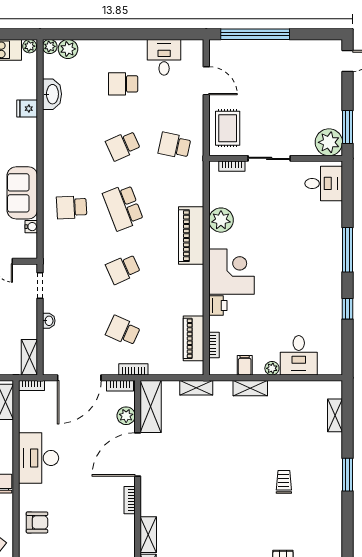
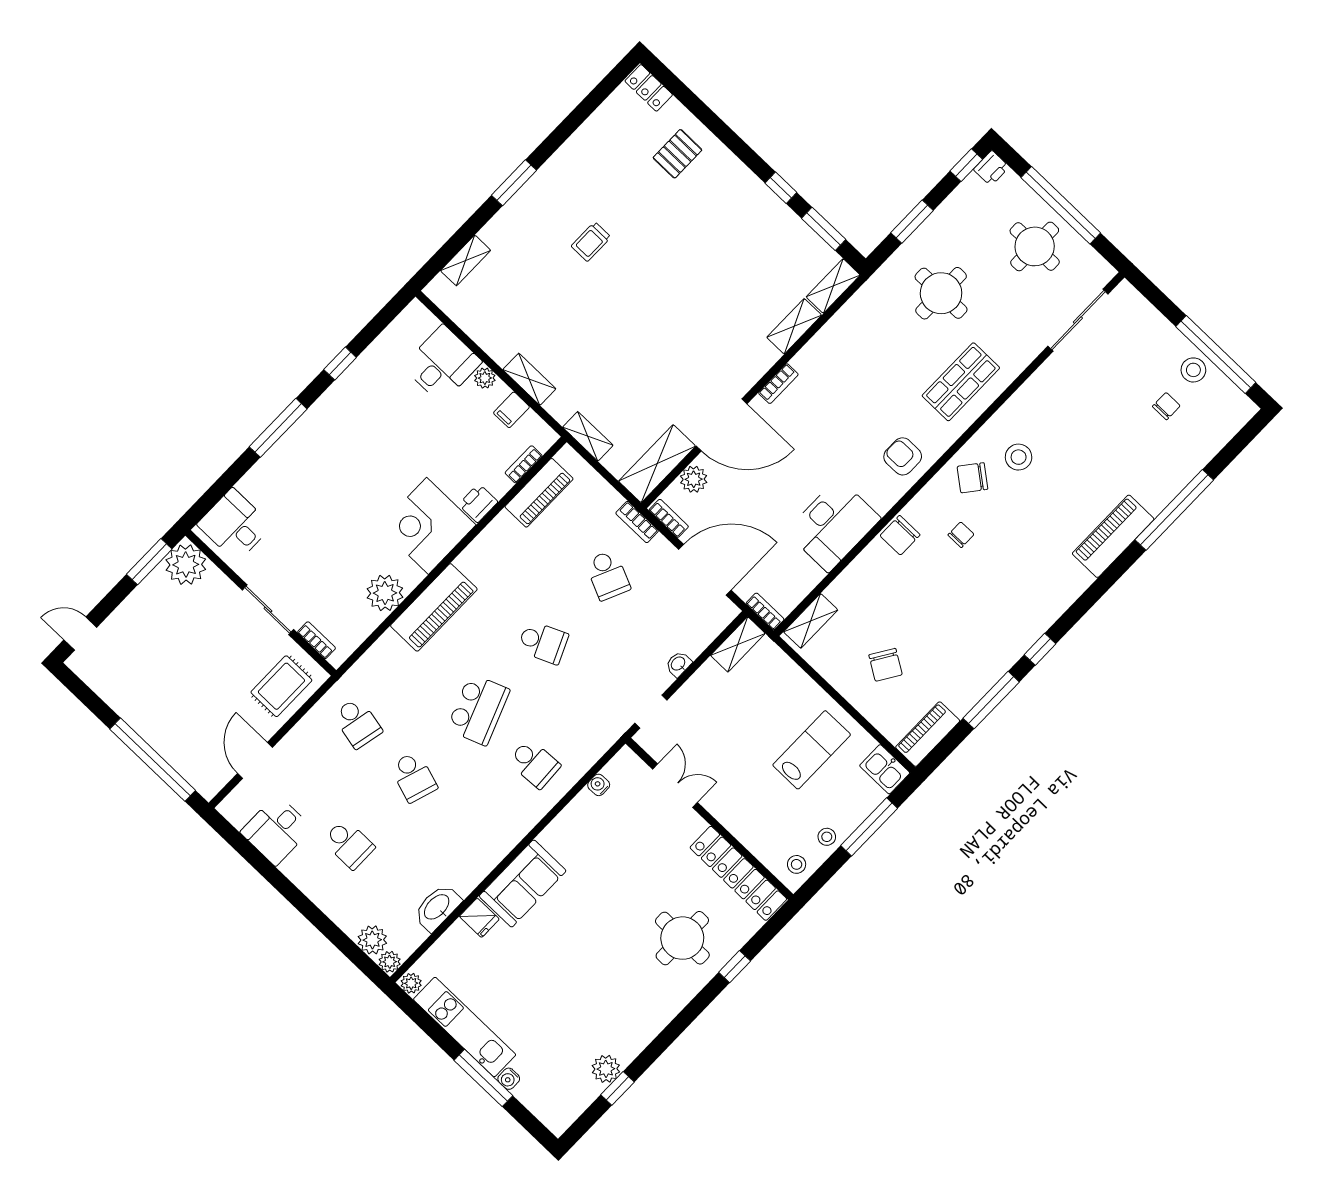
school desk: (123, 146) -> (414, 777), turned 42
sofa: (22, 193) -> (523, 883), moved

